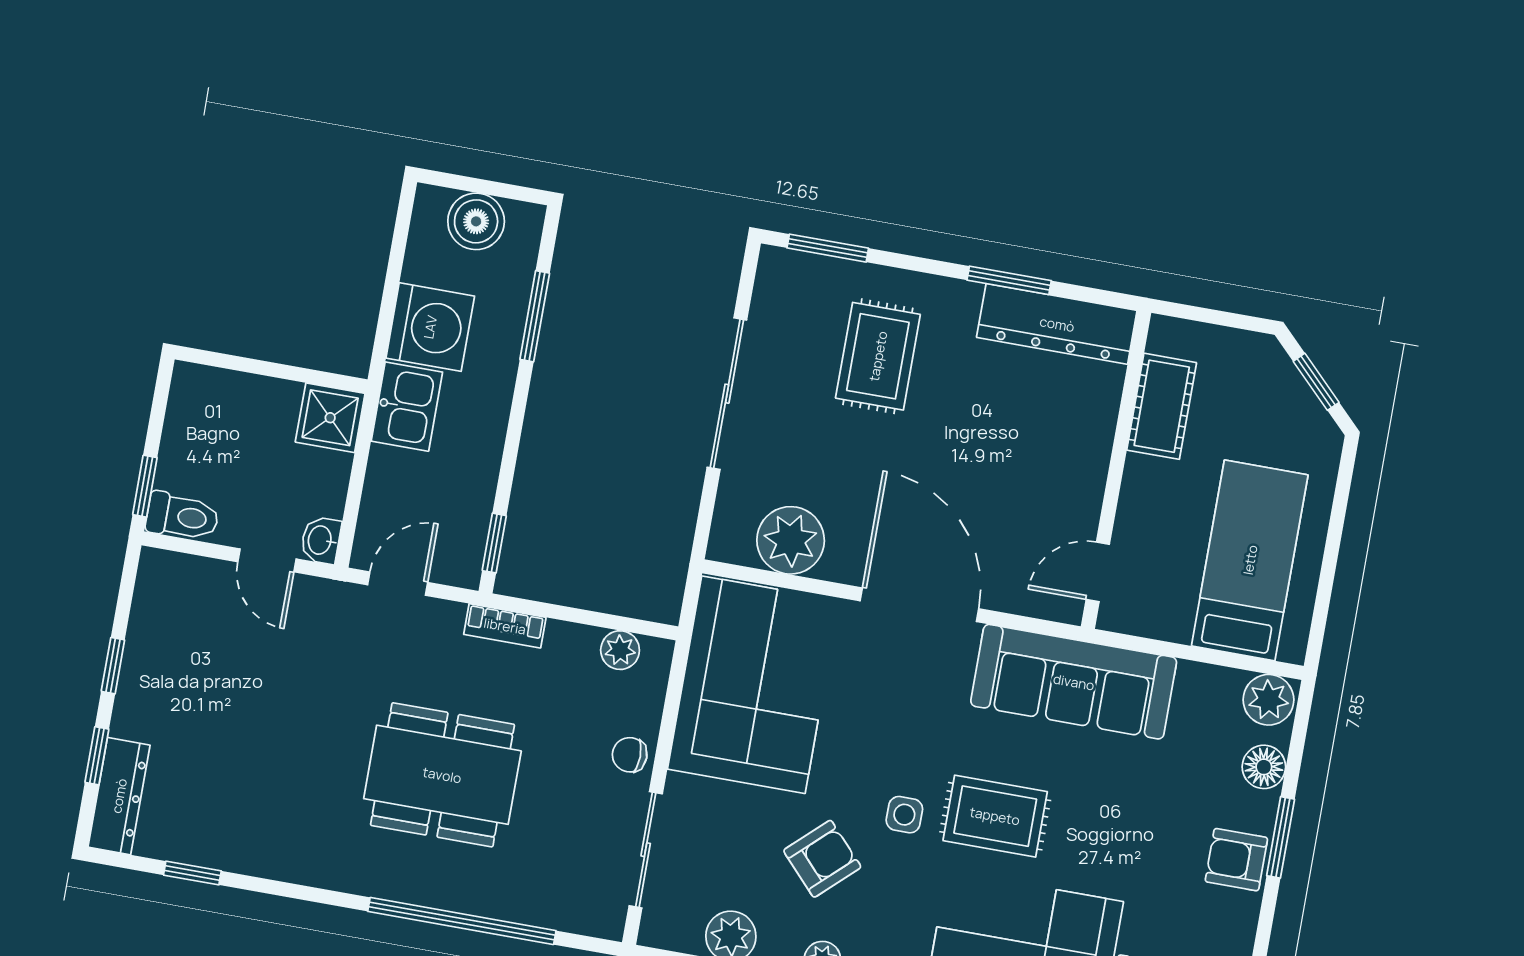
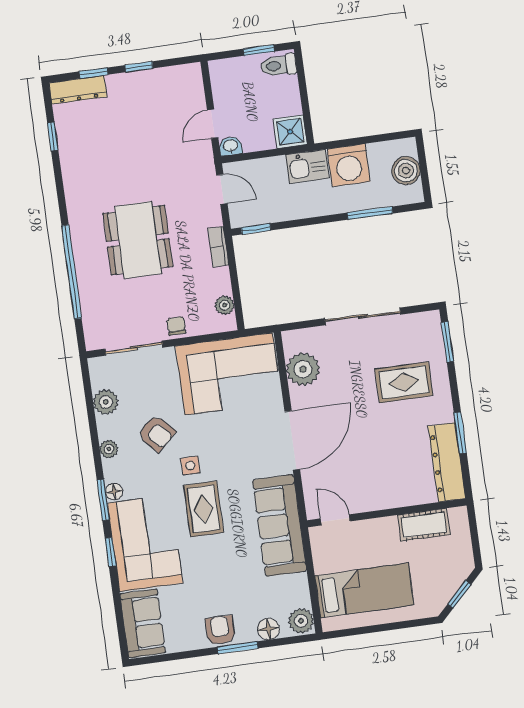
window: (145, 486) -> (259, 50), moved
toilet: (182, 516) -> (278, 66), moved, turned 90

